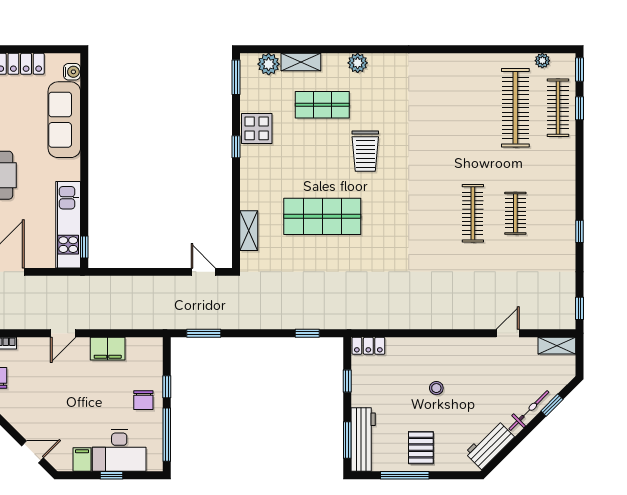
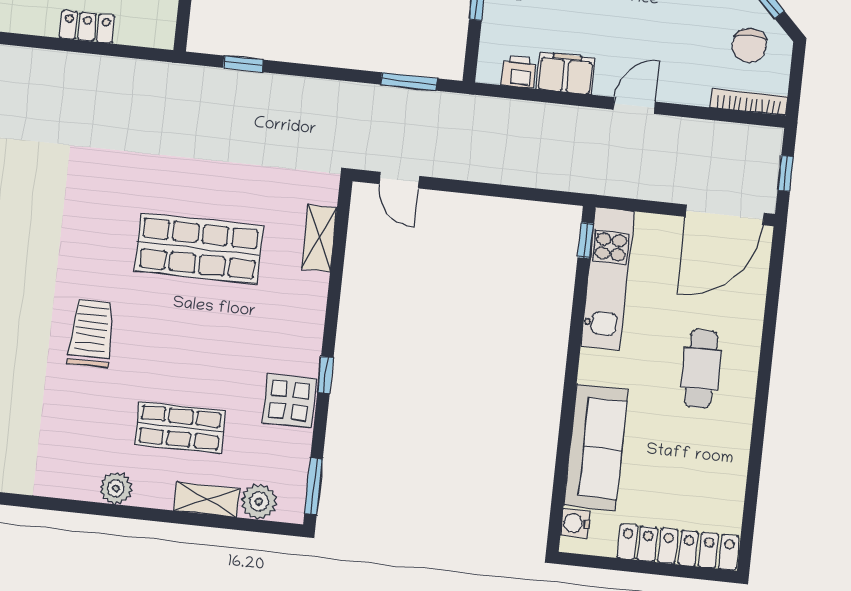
trolley: (365, 151) -> (91, 333), moved
printer: (137, 346) -> (519, 72), added
locker: (368, 346) -> (87, 27), moved

